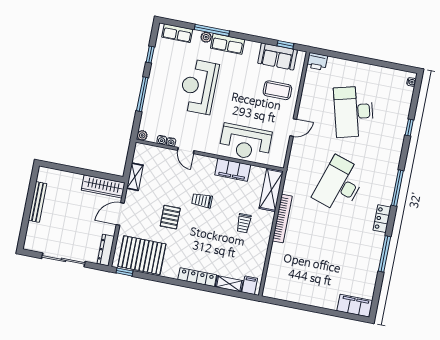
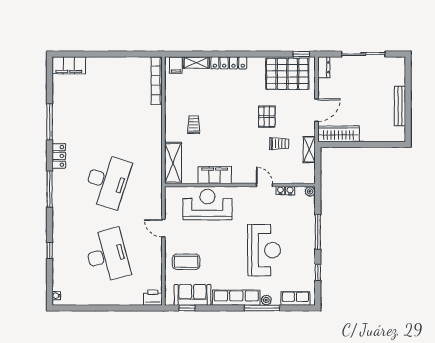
row of seats: (228, 44) -> (236, 298), width x1.48
door: (293, 128) -> (163, 228), hinge flipped
trolley: (202, 200) -> (279, 144), moved
bookcase: (282, 218) -> (157, 81), moved
dresser: (106, 250) -> (324, 67), width x0.70

